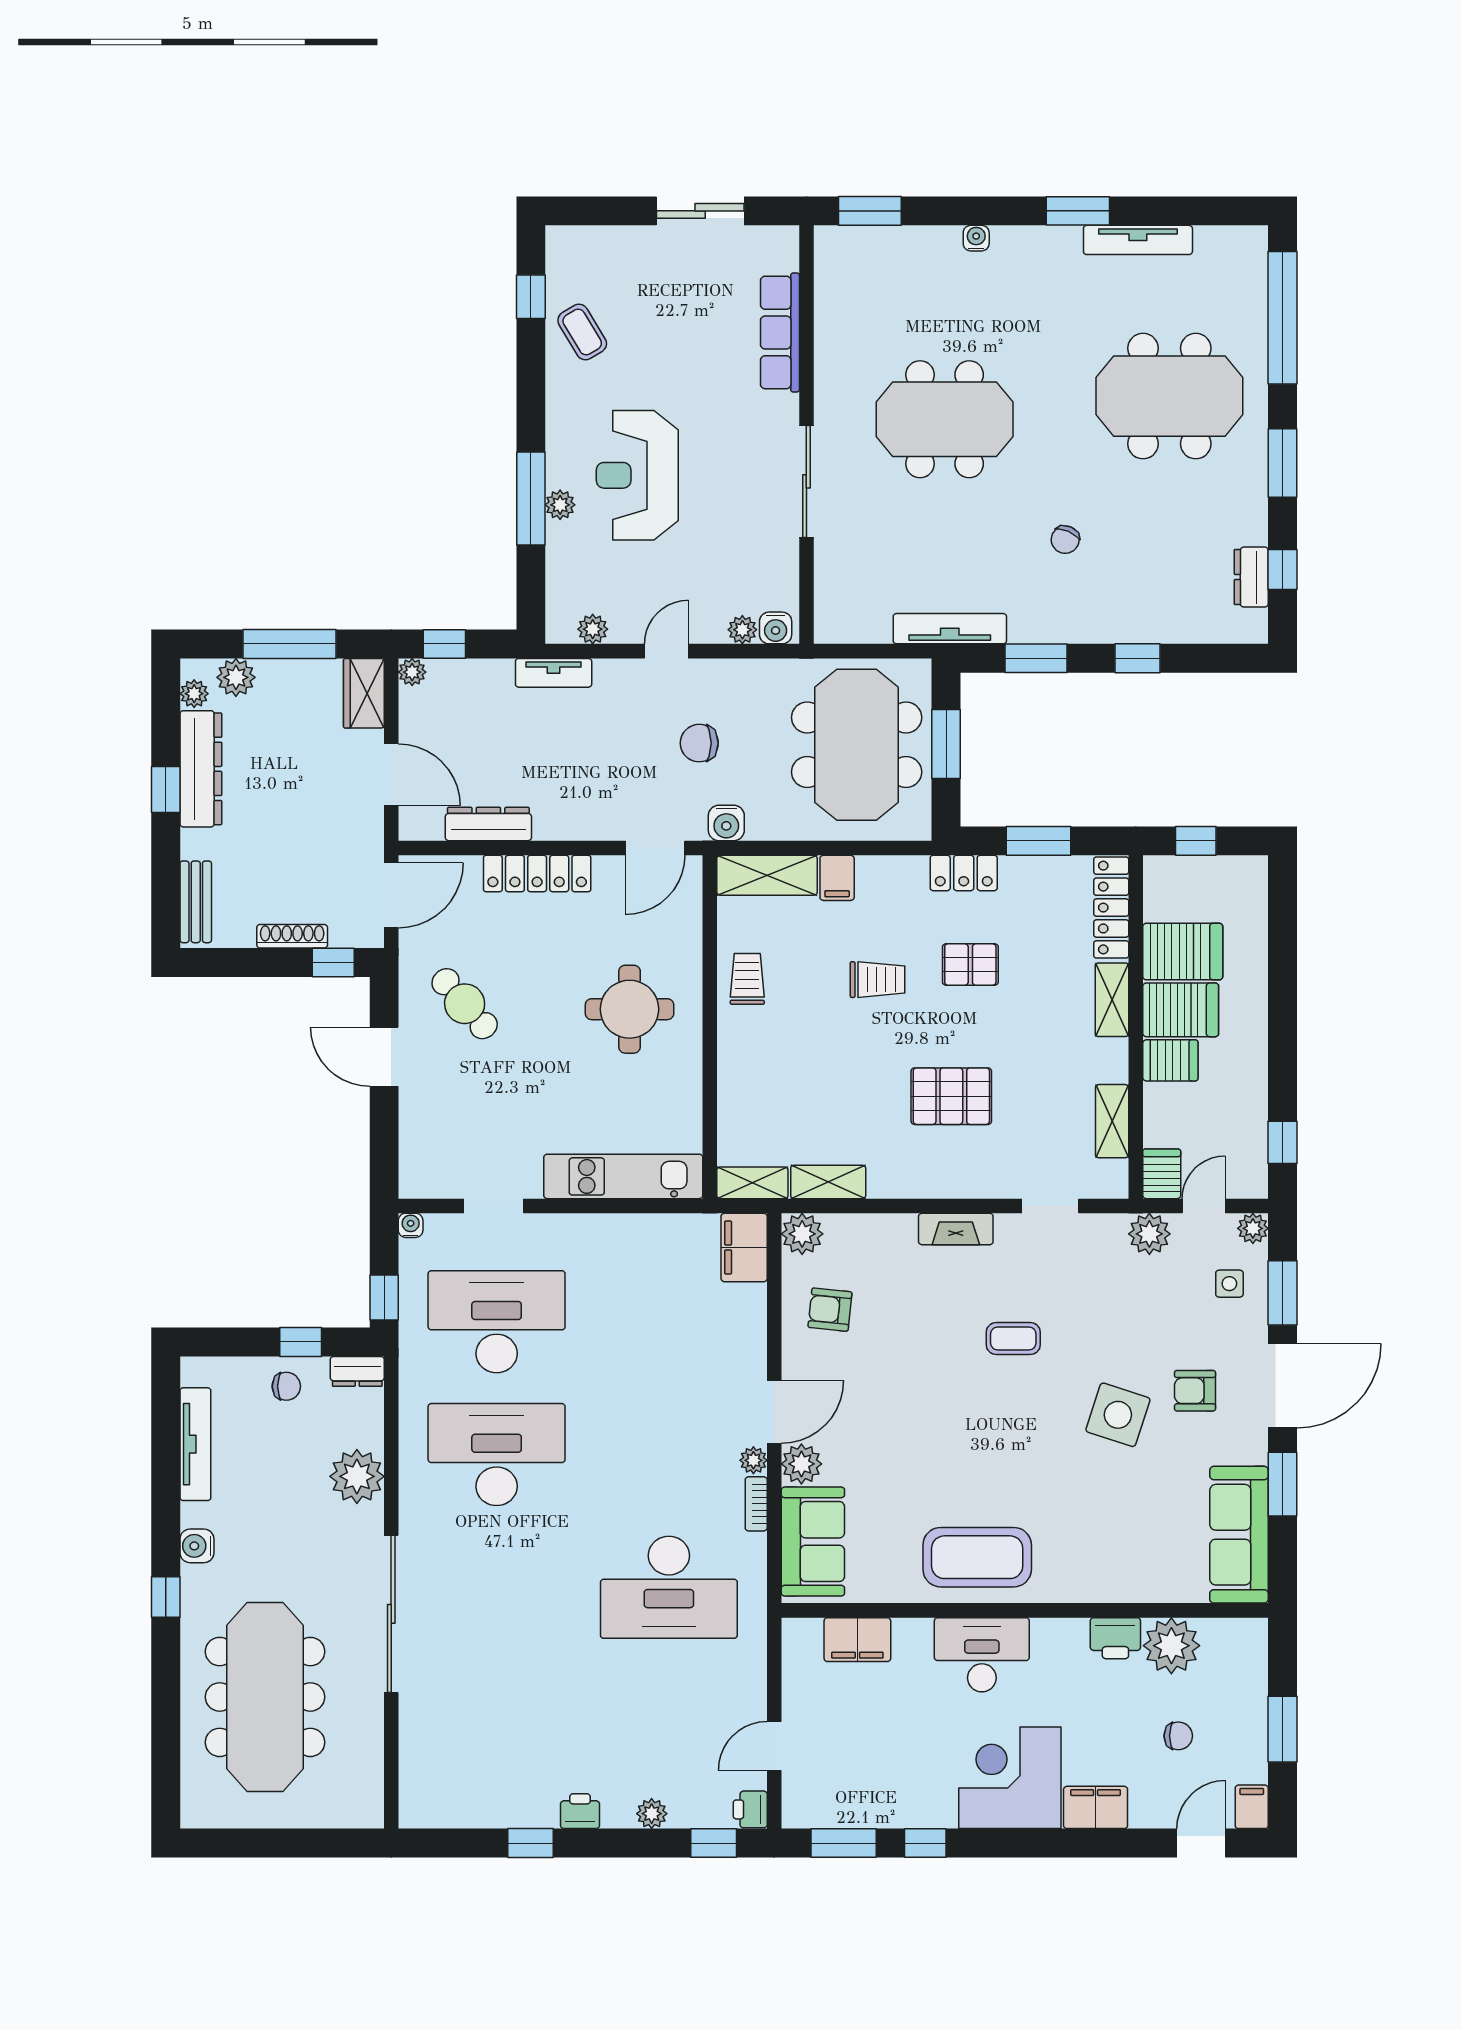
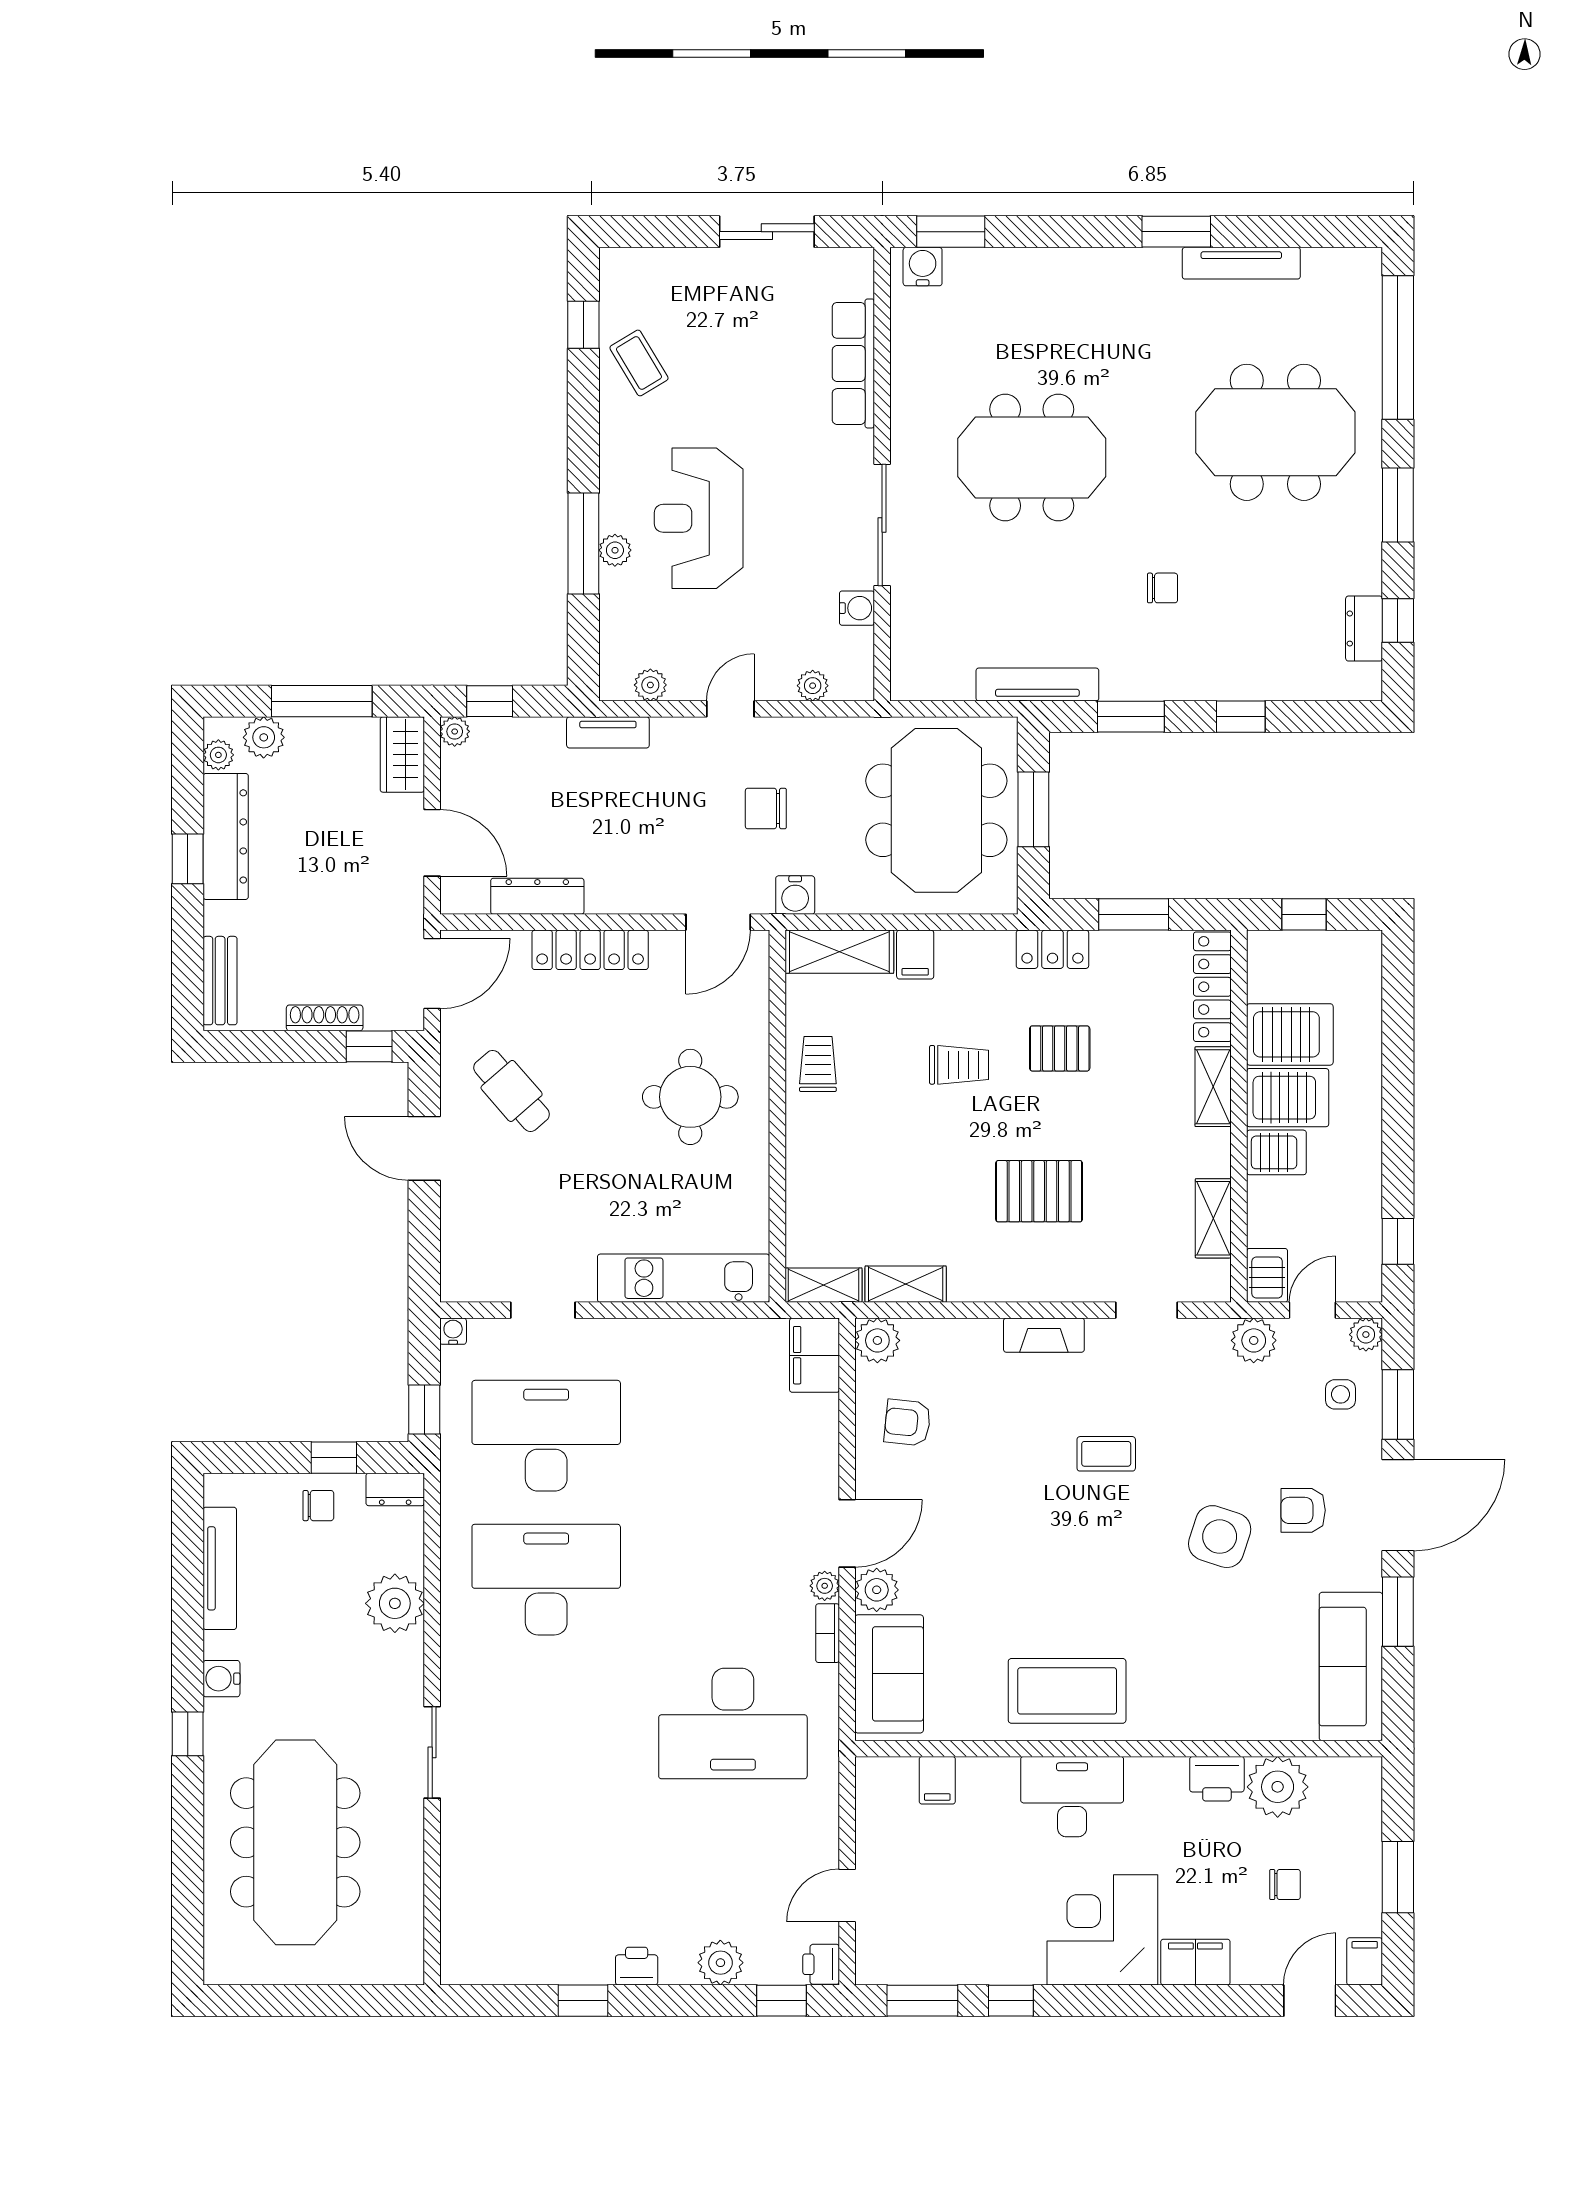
water cooler: (976, 238) -> (923, 267), moved, width x1.38, depth x1.38
chair: (1065, 540) -> (1162, 588), turned -113
water cooler: (776, 628) -> (857, 608), moved, turned -90
sliding door: (391, 1614) -> (432, 1752), width x0.54
filing cabinet: (857, 1640) -> (937, 1780), width x0.50
plant: (652, 1814) -> (720, 1963), width x1.38, depth x1.38

